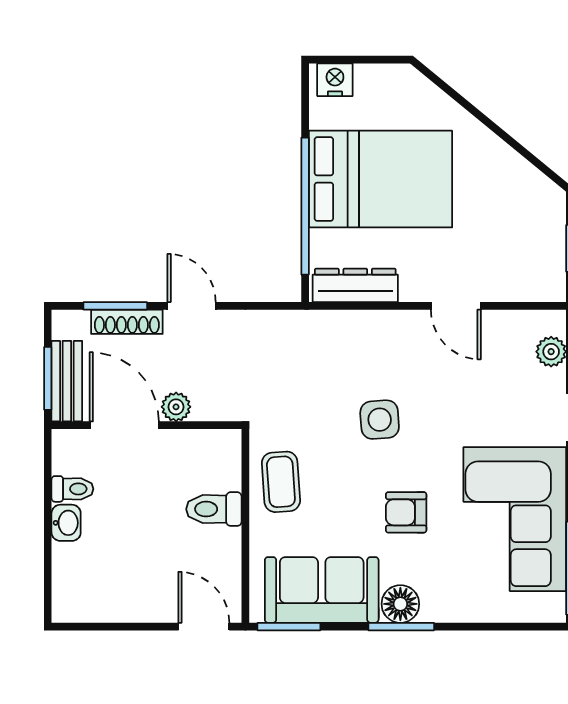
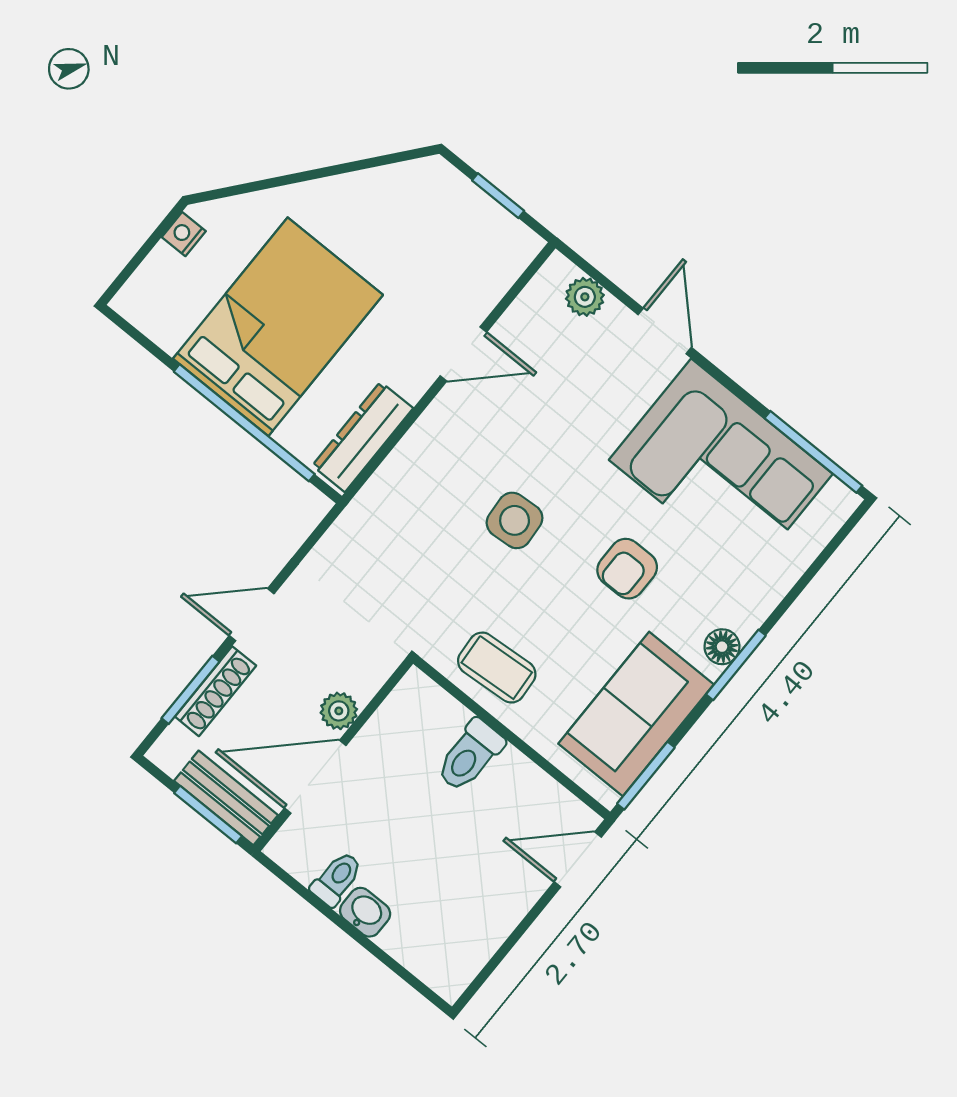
nightstand: (335, 80) -> (184, 234), moved, width x0.72, depth x0.74
floor lamp: (400, 604) -> (722, 647), width x0.73, depth x0.73

